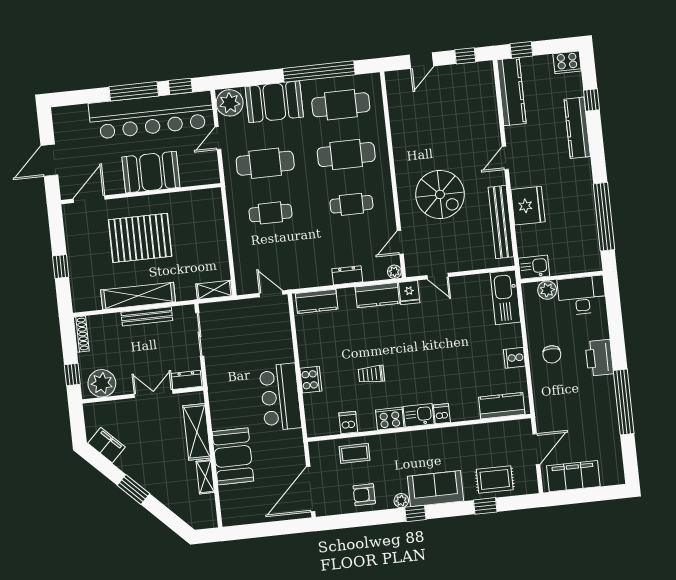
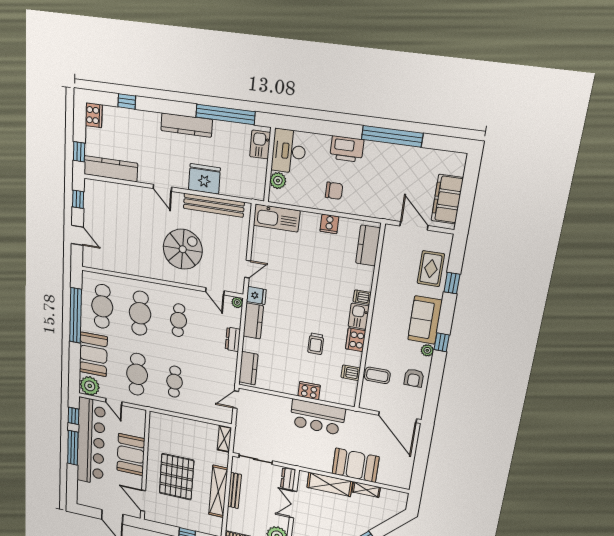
kitchen counter: (577, 128) -> (187, 125), moved
kitchen sink: (534, 267) -> (260, 145), moved
coffee table: (355, 453) -> (377, 375), turned 90

